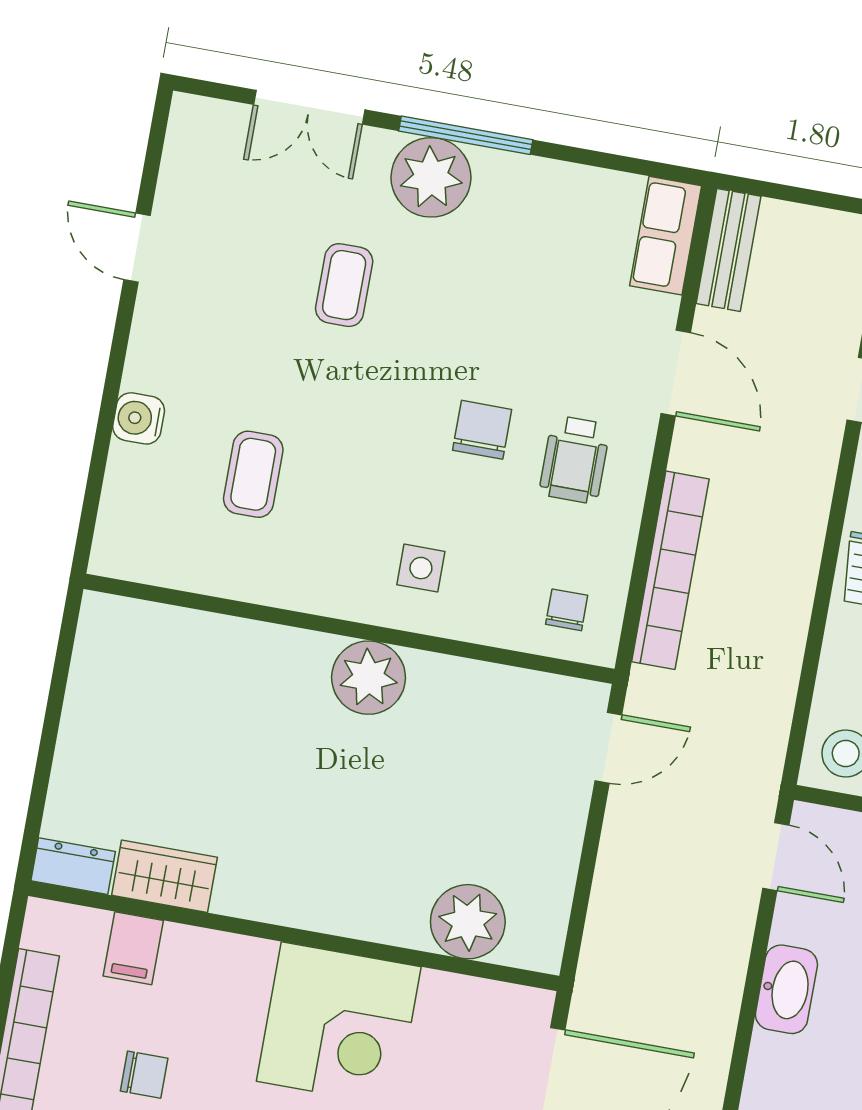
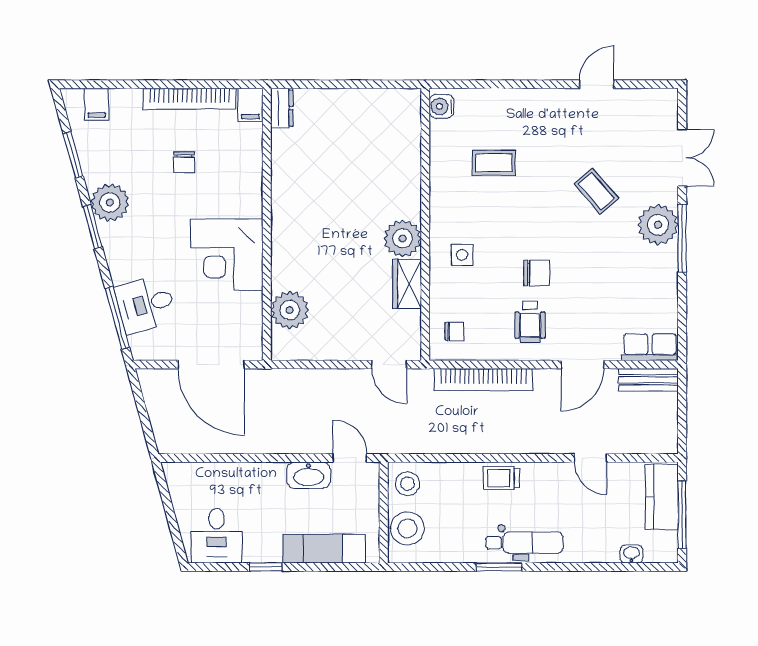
double door: (309, 107) -> (682, 158), swing flipped
coffee table: (344, 285) -> (596, 191), turned 49
water cooler: (139, 418) -> (441, 106), moved, turned -90
wheelchair: (575, 460) -> (530, 322), turned -90
door: (776, 857) -> (350, 458), swing flipped
wardrobe: (165, 876) -> (407, 284), moved, turned 180
filing cabinet: (133, 948) -> (250, 105), moved, turned -90
washbasin: (786, 989) -> (309, 475), moved

